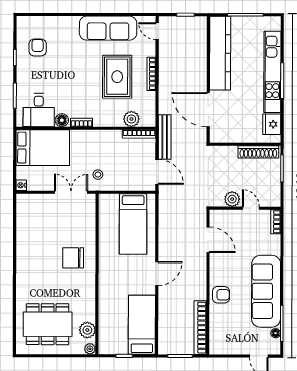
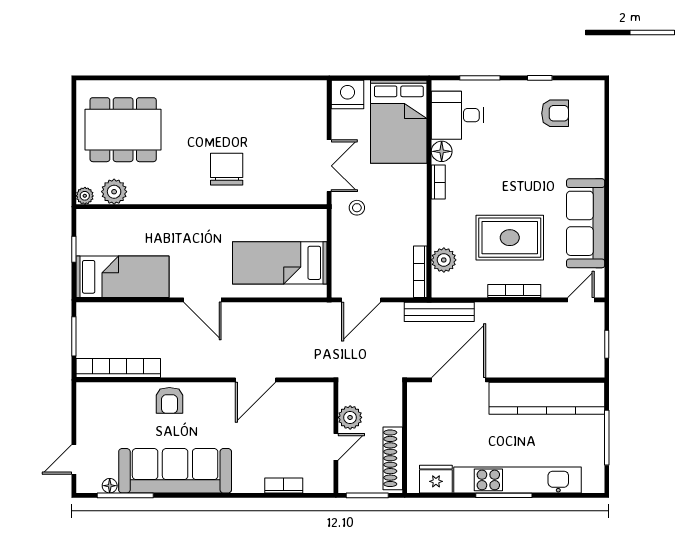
bench: (165, 137) -> (439, 312), moved
nightstand: (21, 185) -> (348, 95), width x1.89, depth x1.79
plant: (232, 199) -> (350, 417), moved
wall: (245, 208) -> (336, 438), moved
door: (251, 208) -> (336, 447), moved
dining table: (48, 324) -> (123, 130), turned 90

